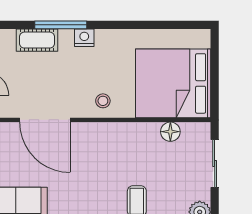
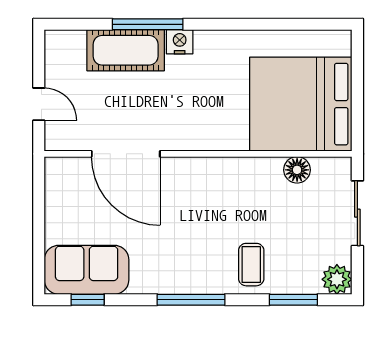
cot: (37, 40) -> (126, 50), width x1.37, depth x1.34
stool: (103, 101) -> (205, 128), removed

